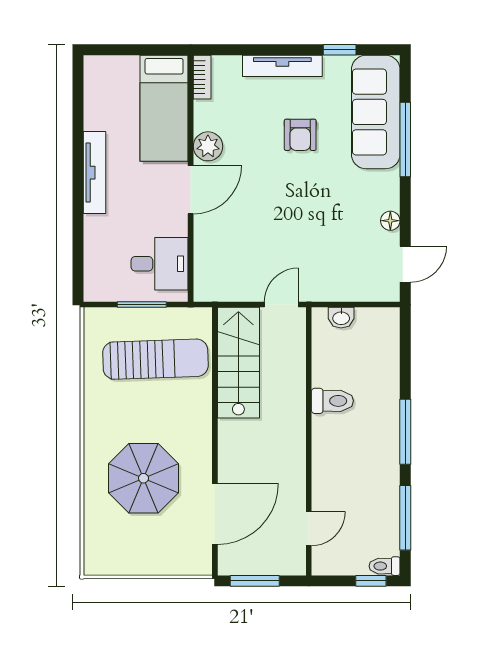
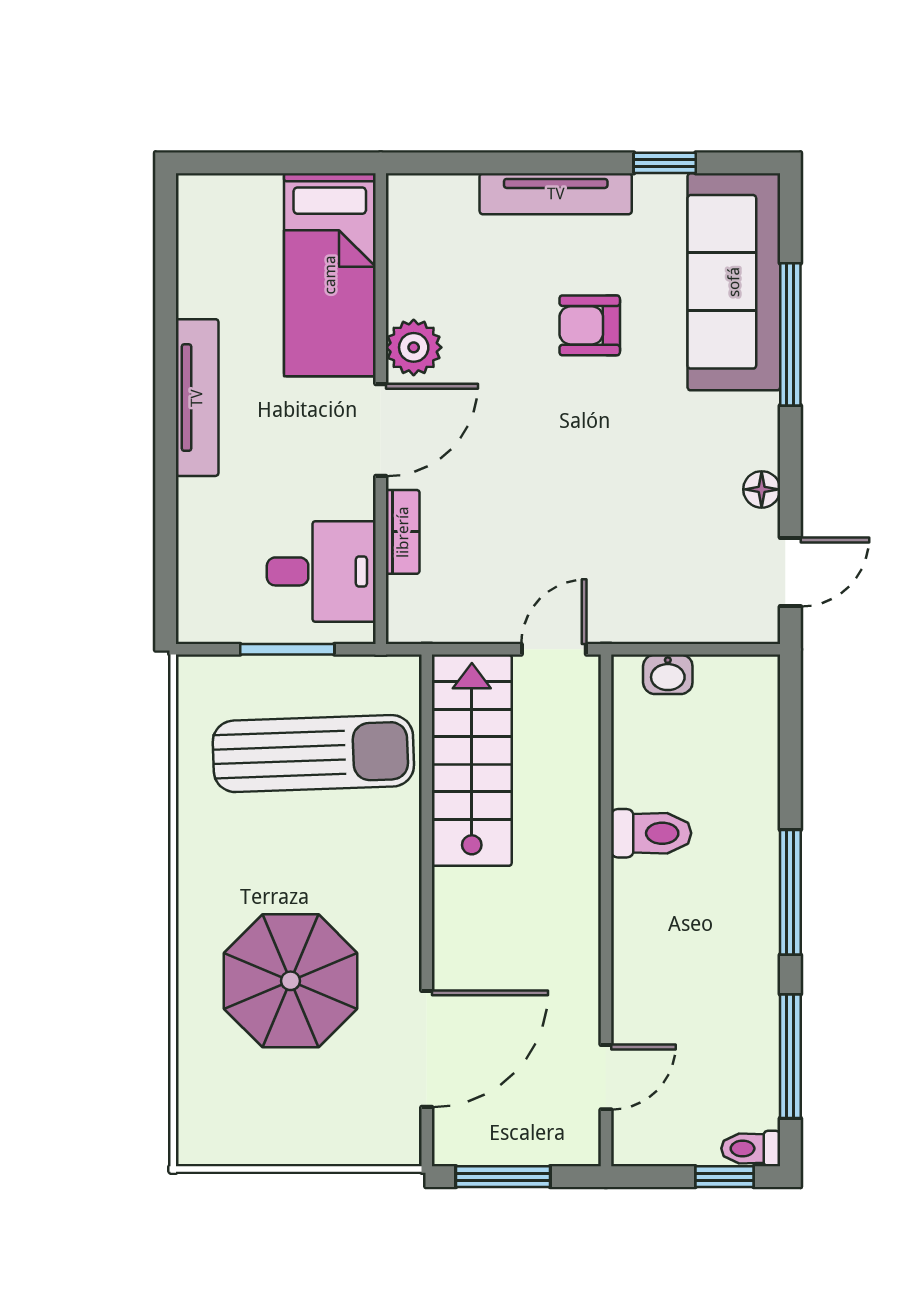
bookcase: (202, 77) -> (403, 532), moved
armchair: (300, 135) -> (590, 325), turned 90

